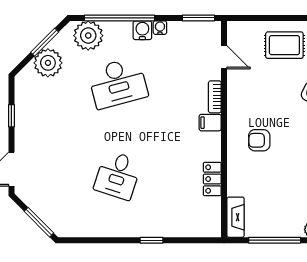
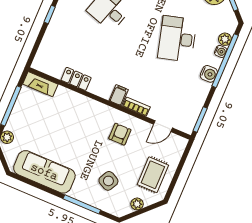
water cooler: (160, 28) -> (221, 51), moved
plant: (88, 36) -> (225, 39), width x0.53, depth x0.53
armchair: (259, 140) -> (120, 134), moved

